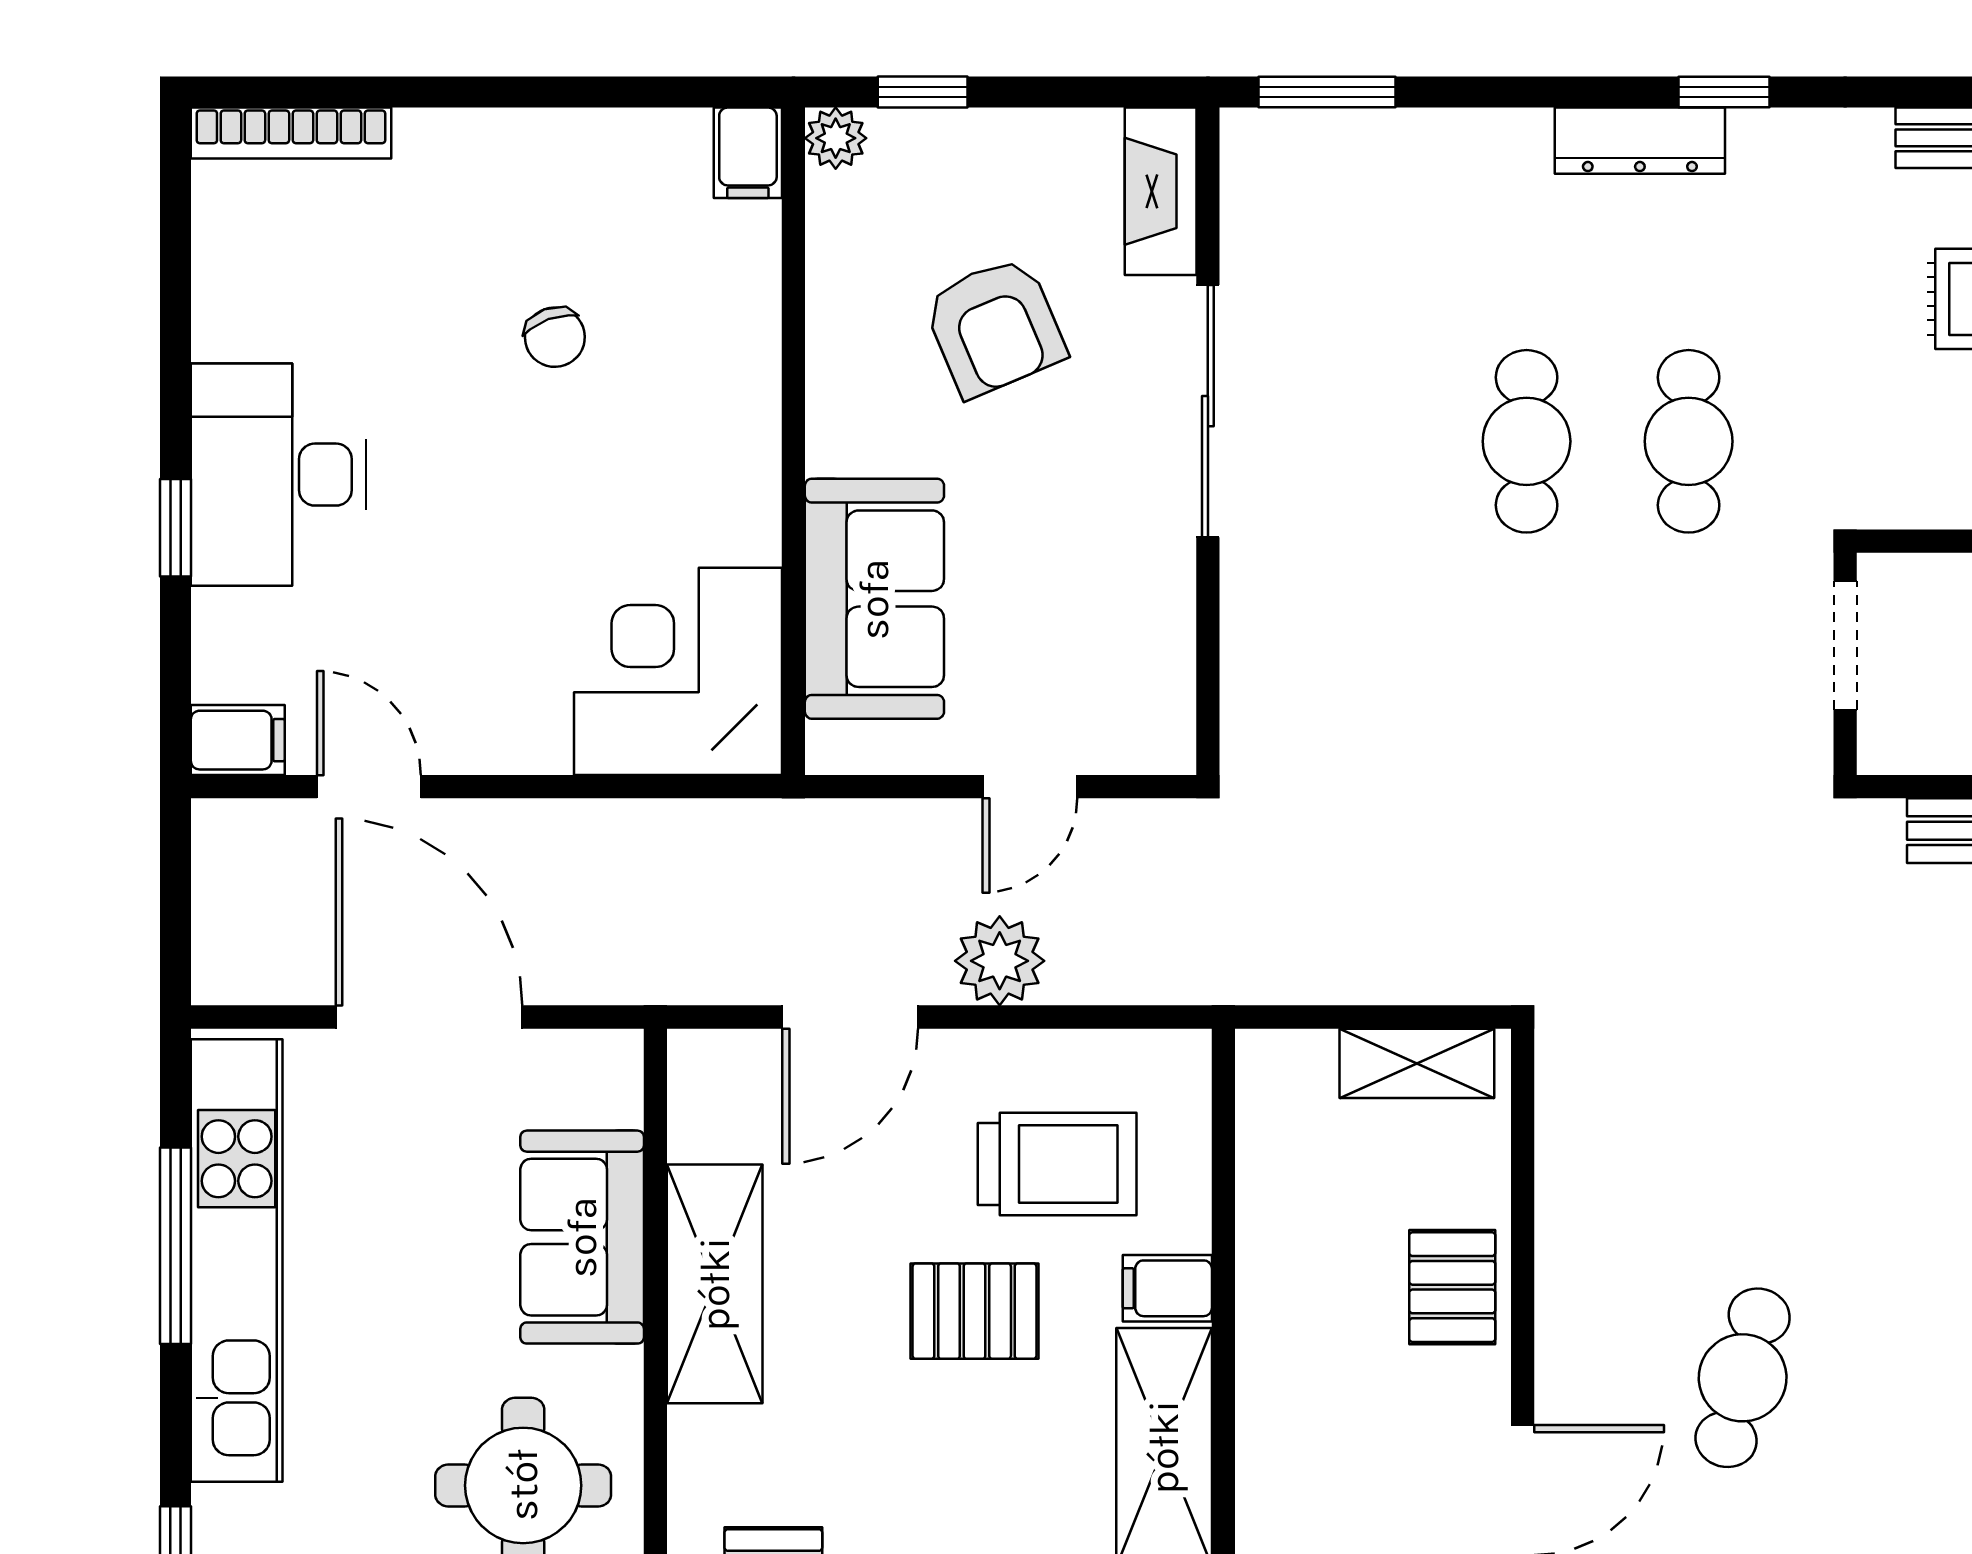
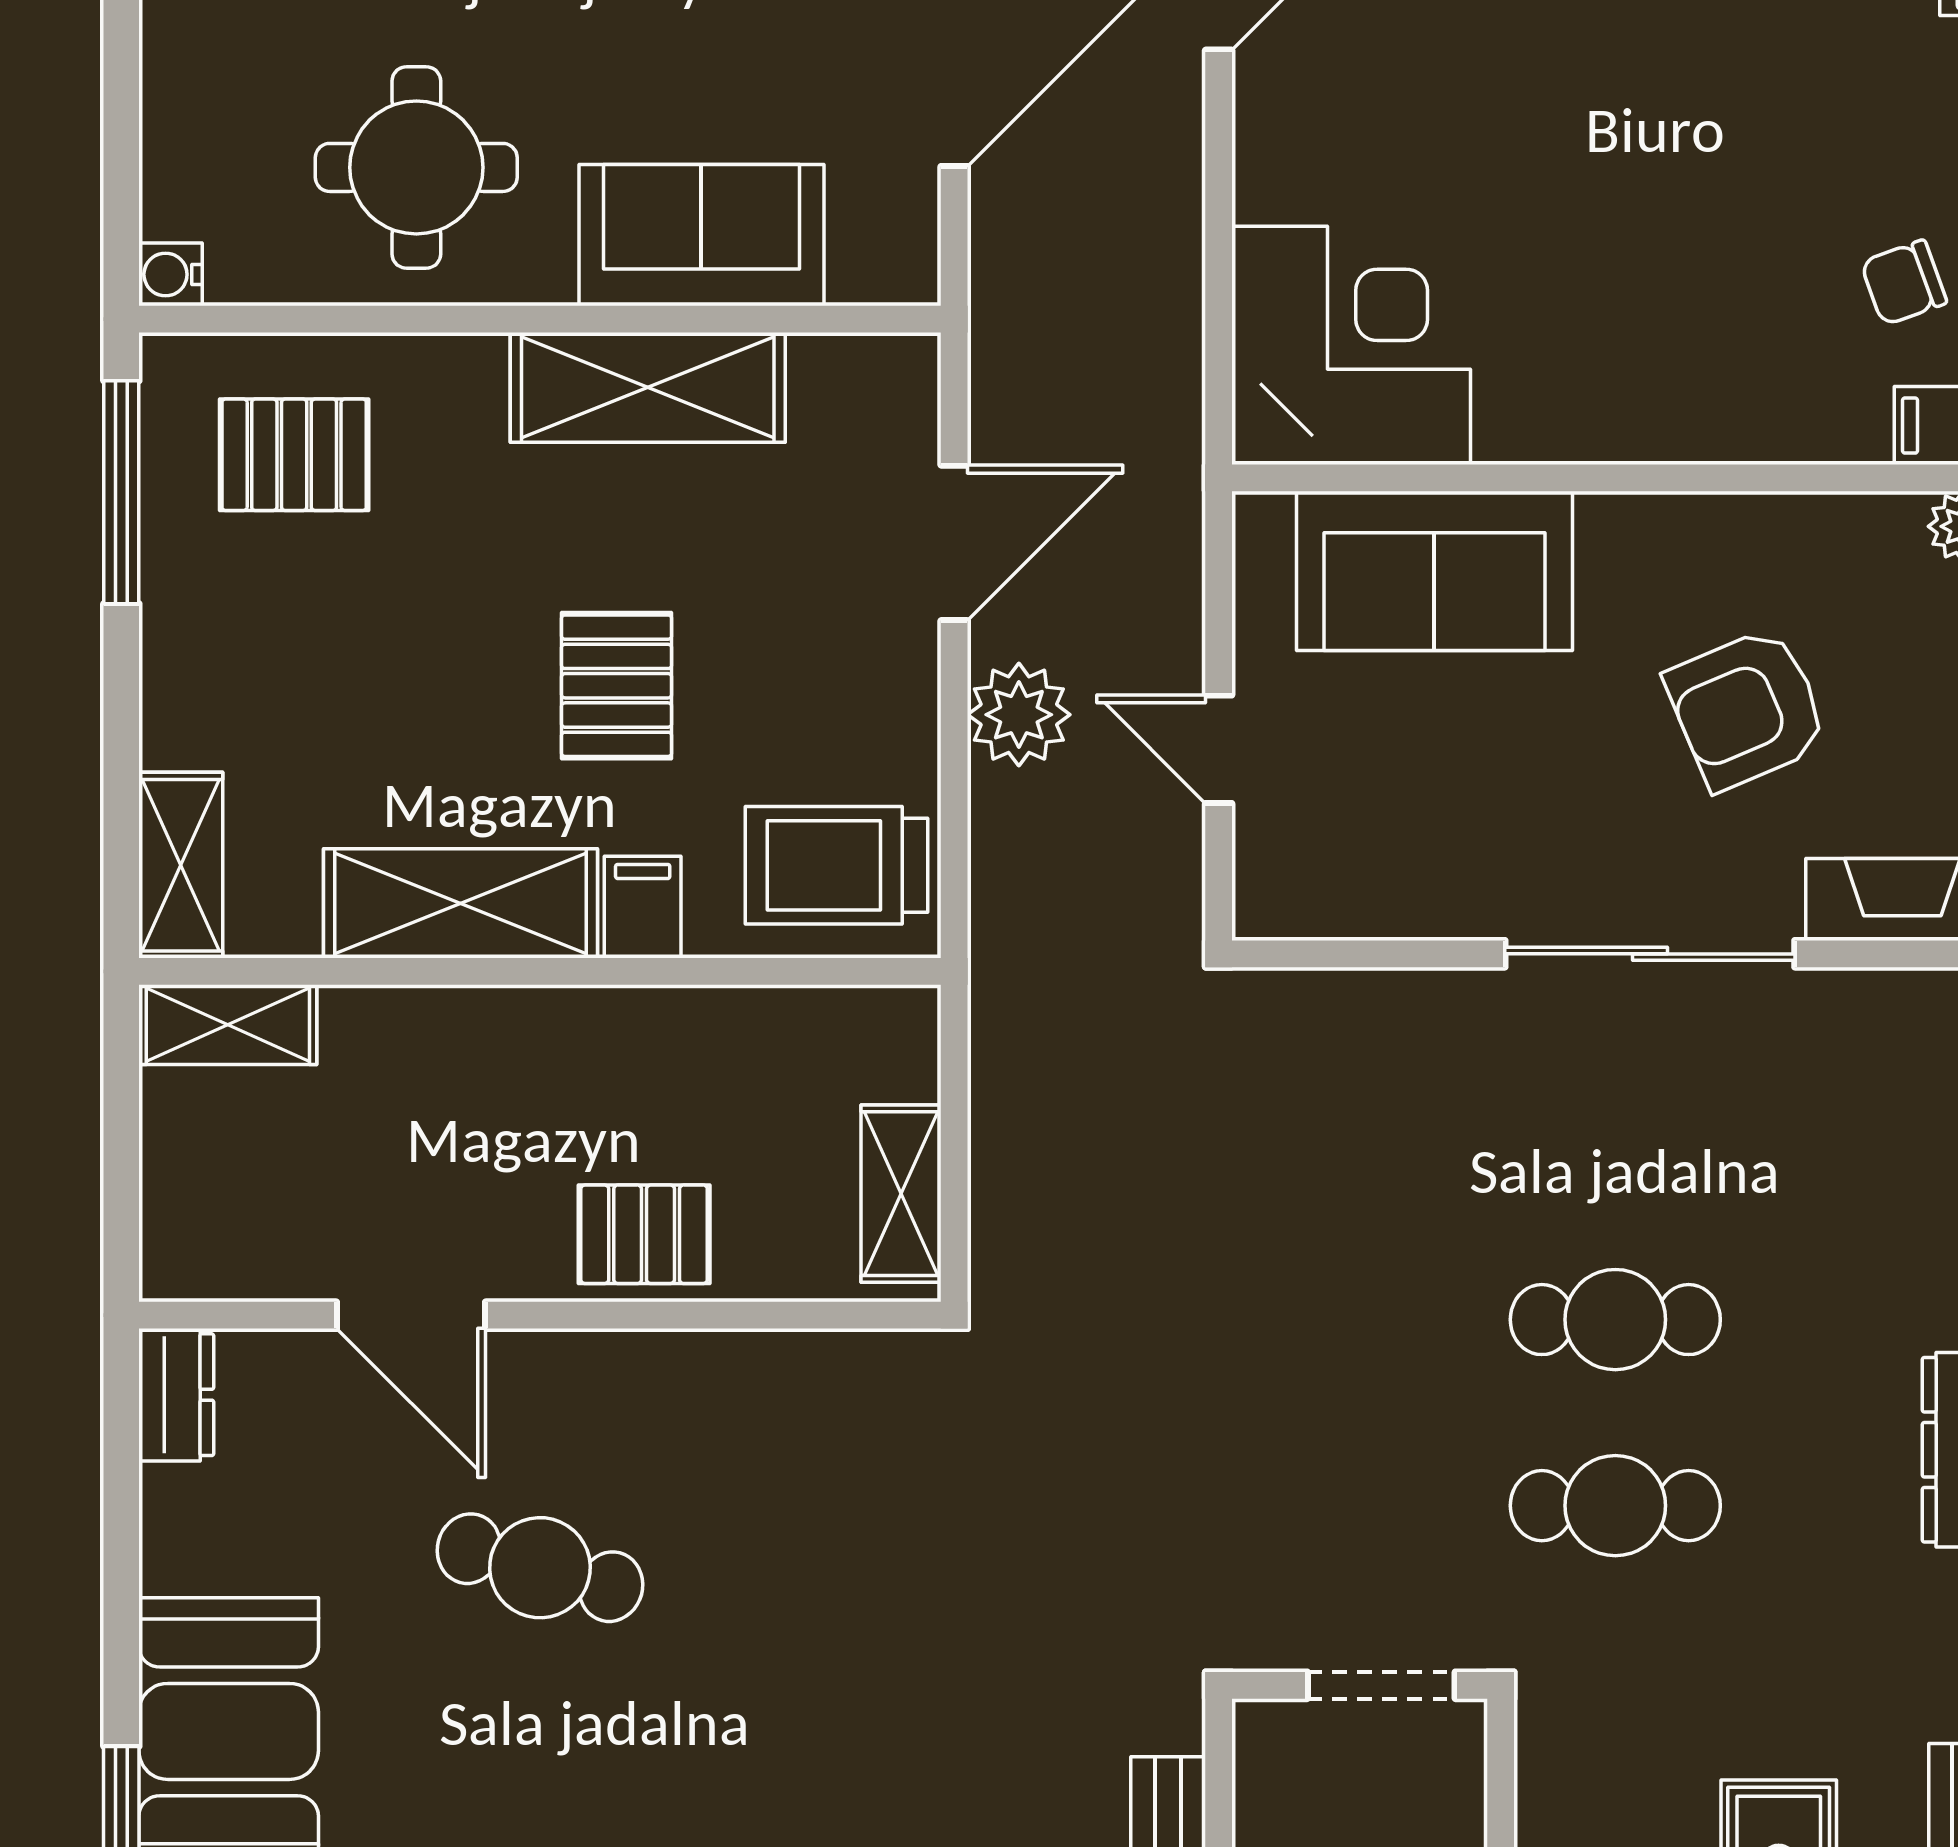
chair: (555, 337) -> (1904, 283), moved
door: (850, 1017) -> (954, 543), swing flipped
trolley: (1057, 1164) -> (837, 865), moved, turned 90

